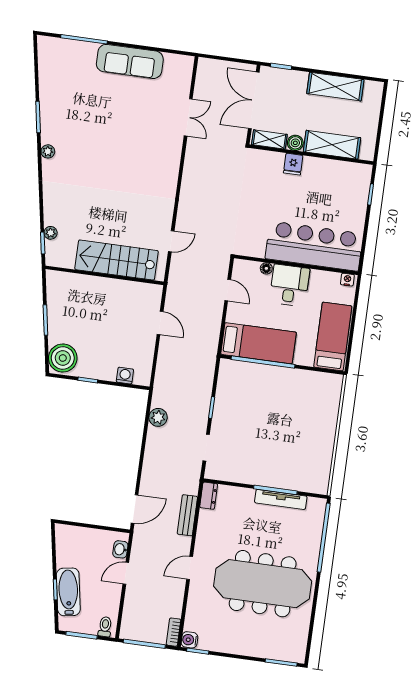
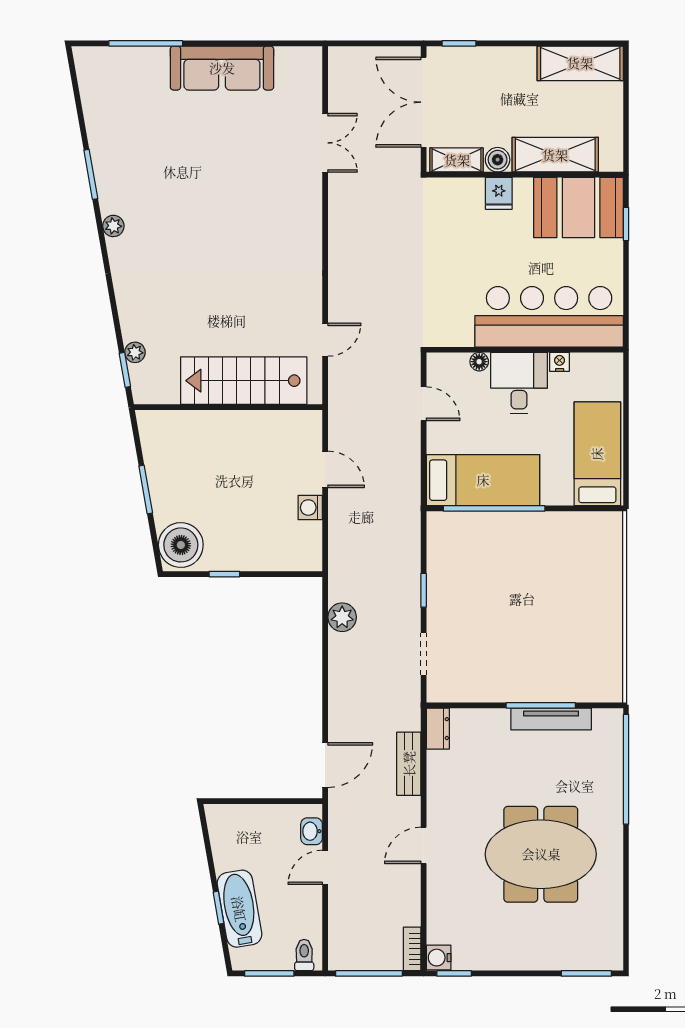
shelving: (335, 87) -> (580, 63), moved
booth: (342, 180) -> (578, 207), added
nightstand: (347, 280) -> (560, 362), moved
washing machine: (125, 376) -> (310, 508), moved, turned -90
meeting table: (263, 584) -> (541, 854), width x0.73

